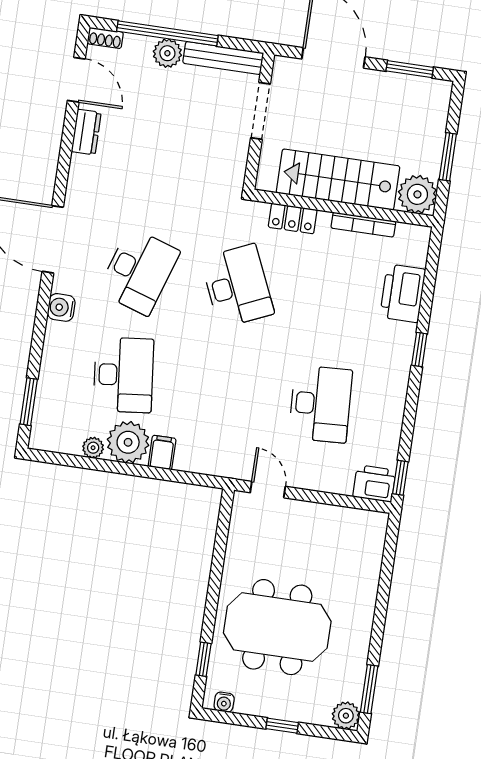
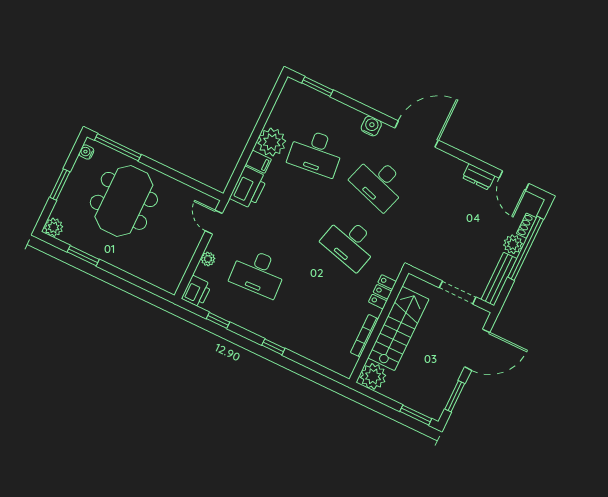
shoe rack: (105, 38) -> (526, 226), moved
door: (76, 80) -> (514, 181), hinge flipped
window: (448, 157) -> (416, 415), moved
desk: (237, 286) -> (350, 243), turned 39
printer: (403, 293) -> (249, 188), moved, turned 90
plant: (93, 448) -> (208, 259), moved
window: (400, 478) -> (218, 320), moved
door: (268, 490) -> (214, 222), swing flipped
window: (203, 659) -> (118, 147), width x2.17
window: (369, 689) -> (83, 256), moved
window: (282, 726) -> (60, 185), width x1.50

